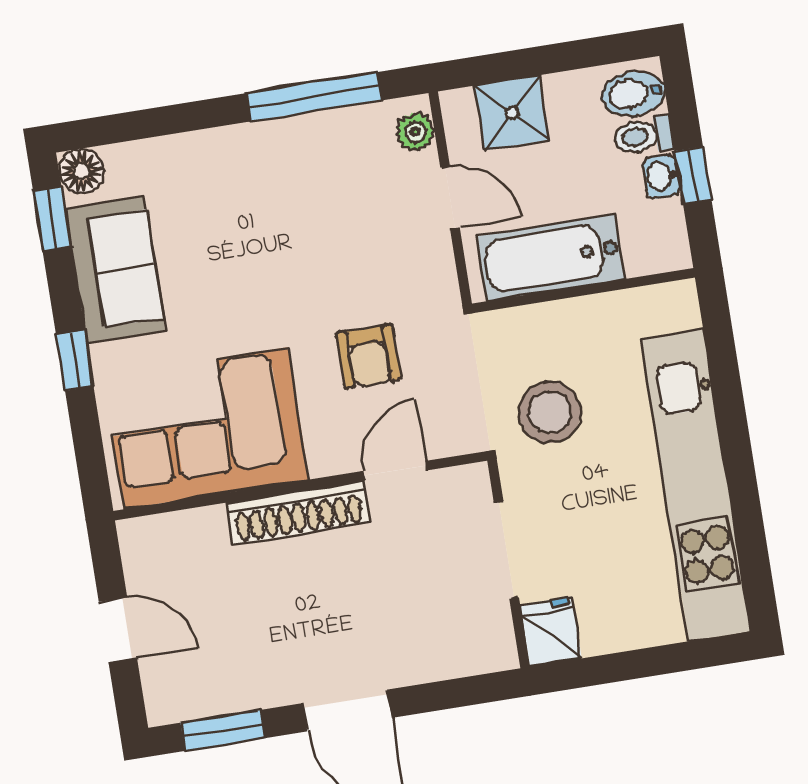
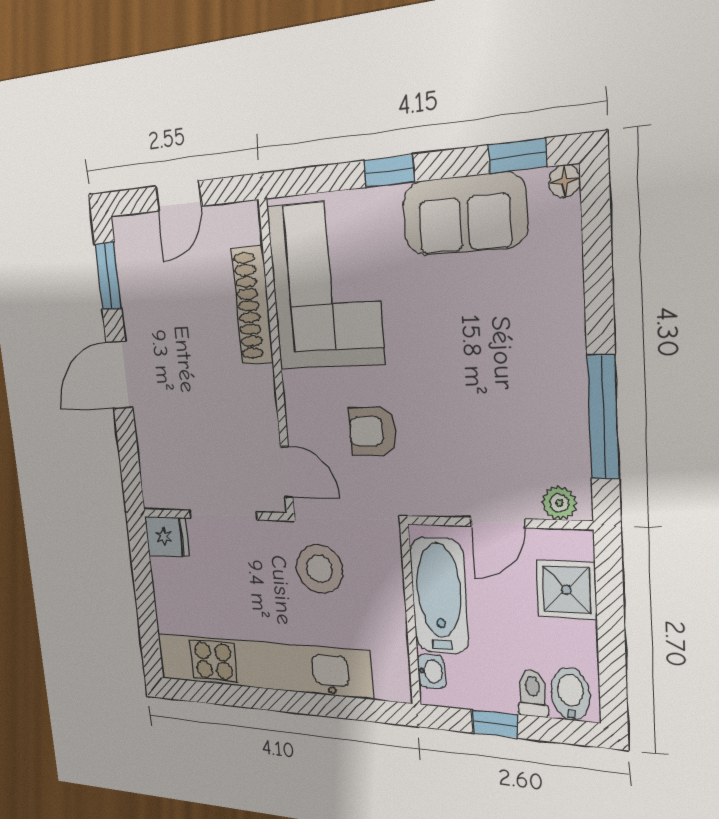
floor lamp: (82, 171) -> (565, 181), width x0.73, depth x0.73
washbasin: (661, 176) -> (432, 671), moved, turned 90
door: (395, 471) -> (287, 472), moved
shoe rack: (298, 513) -> (253, 306), moved

